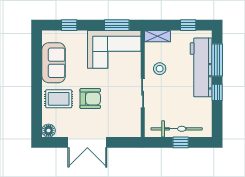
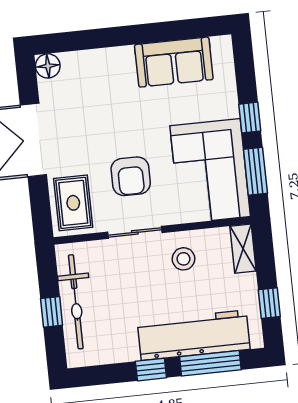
window: (69, 25) -> (250, 118), moved
rug: (59, 99) -> (73, 203), moved
armchair: (90, 99) -> (131, 176), moved

